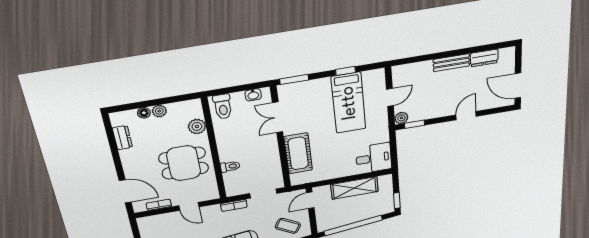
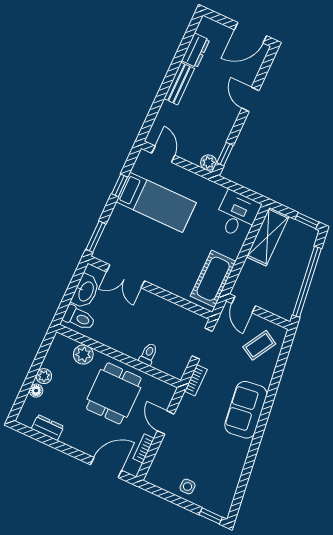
washbasin: (253, 95) -> (86, 291), width x1.91, depth x1.45
door: (390, 97) -> (163, 154), moved
cot: (298, 153) -> (213, 279), moved, turned 90
shelving: (354, 188) -> (268, 237), moved
door: (189, 206) -> (166, 422), swing flipped

